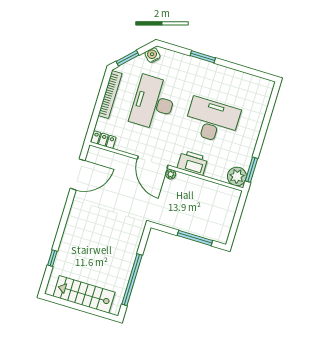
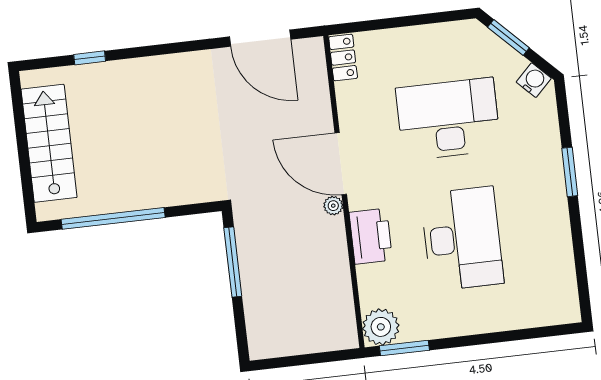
bookcase: (110, 95) -> (430, 34), removed
door: (153, 162) -> (341, 164), hinge flipped
window: (195, 238) -> (233, 262), moved

